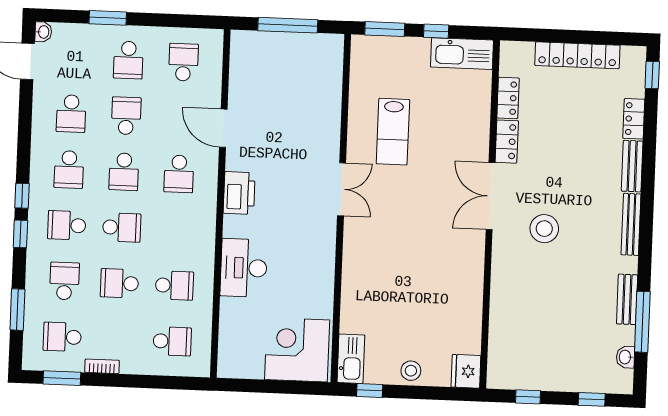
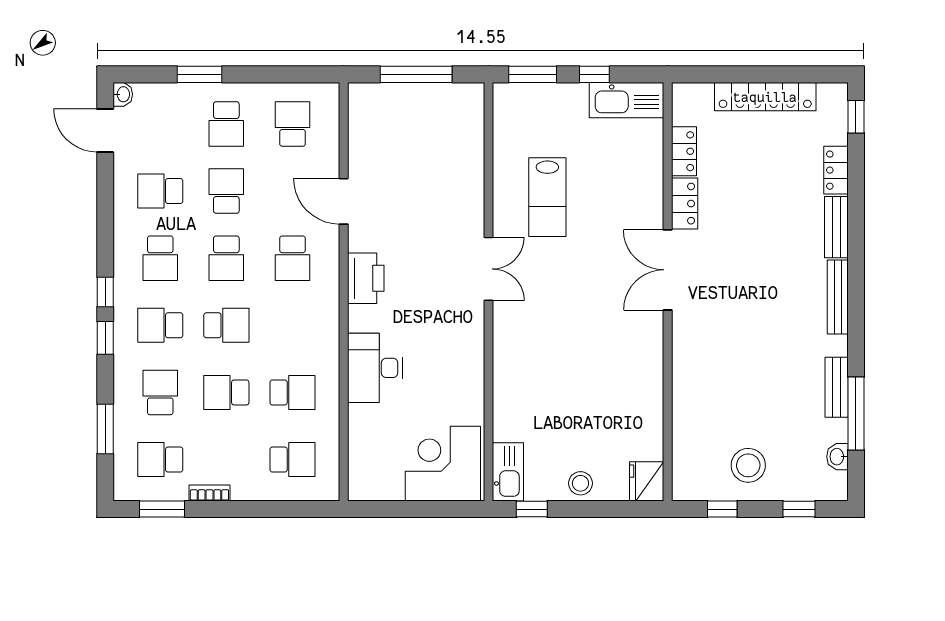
school desk: (71, 114) -> (160, 191), turned 90
stool: (544, 229) -> (748, 465), moved

